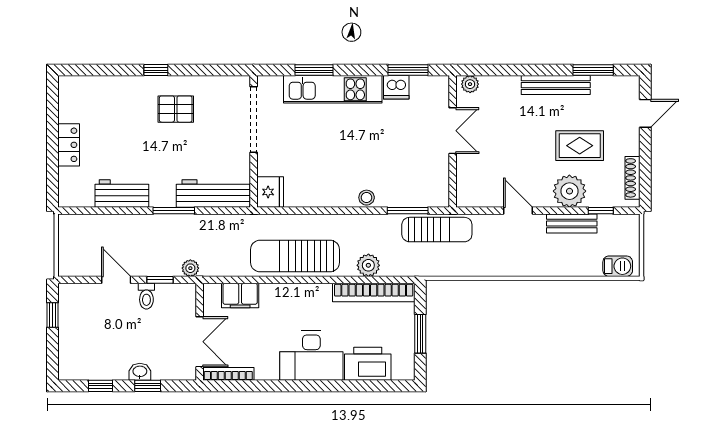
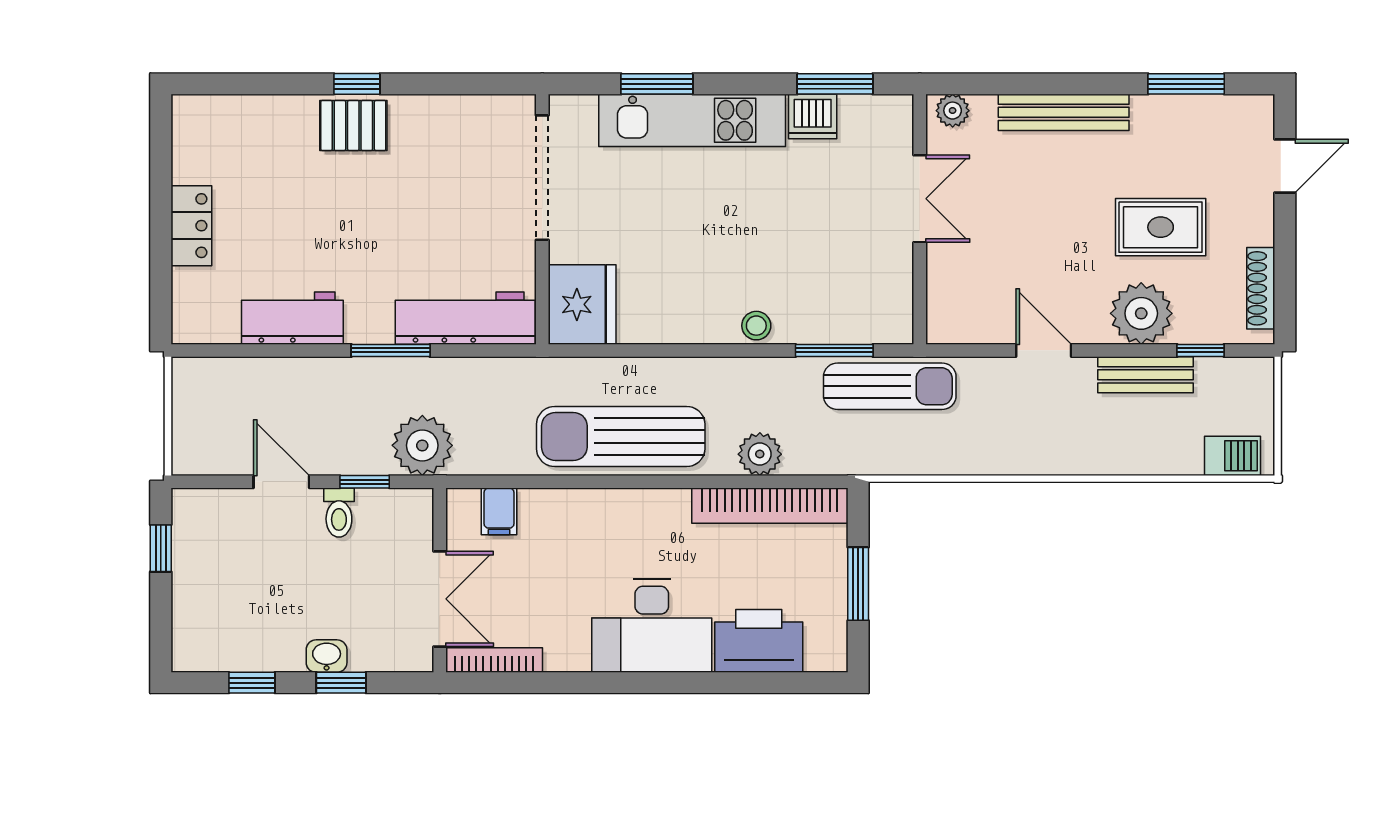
bench: (556, 85) -> (1064, 112), moved
pallet: (176, 109) -> (353, 126), moved
fridge: (270, 192) -> (582, 304), width x1.36, depth x1.34
plant: (190, 268) -> (422, 445), width x1.88, depth x1.88
filing cabinet: (240, 295) -> (499, 511), width x0.50

